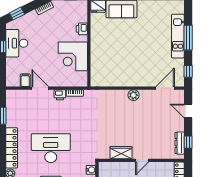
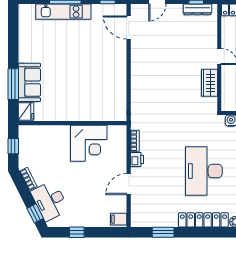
printer: (82, 29) -> (54, 132), removed
desk: (17, 43) -> (50, 201), moved, turned 63
filing cabinet: (25, 80) -> (119, 219), moved
plant: (134, 95) -> (137, 67), removed

